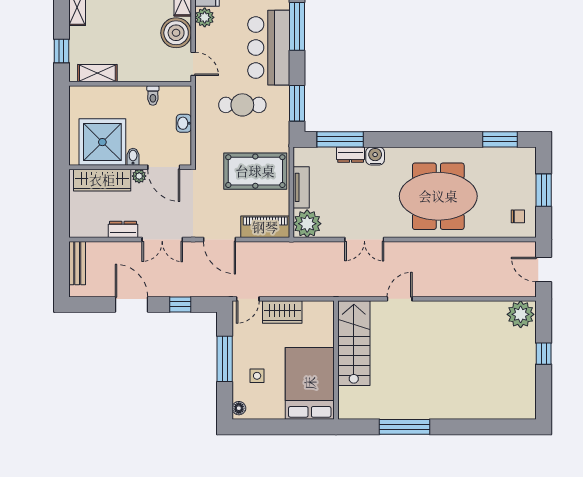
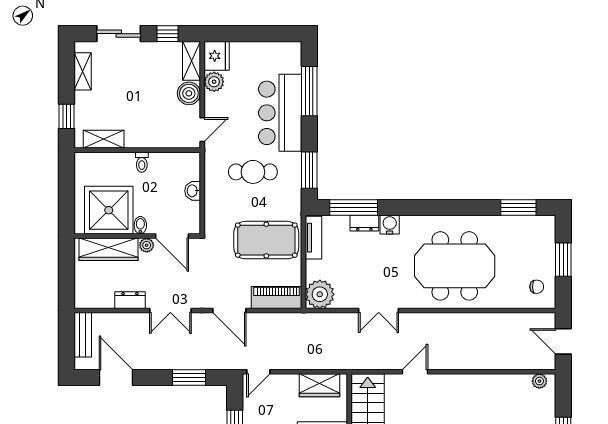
boiler: (176, 33) -> (189, 93), width x0.73, depth x0.73
door: (193, 64) -> (202, 130), hinge flipped
toilet: (153, 95) -> (142, 162), moved
tv unit: (301, 187) -> (314, 238), moved
door: (132, 304) -> (116, 377), moved
window: (180, 304) -> (189, 377), width x1.50
wardrobe: (282, 312) -> (320, 385), moved
plant: (521, 314) -> (539, 381), width x0.53, depth x0.53

